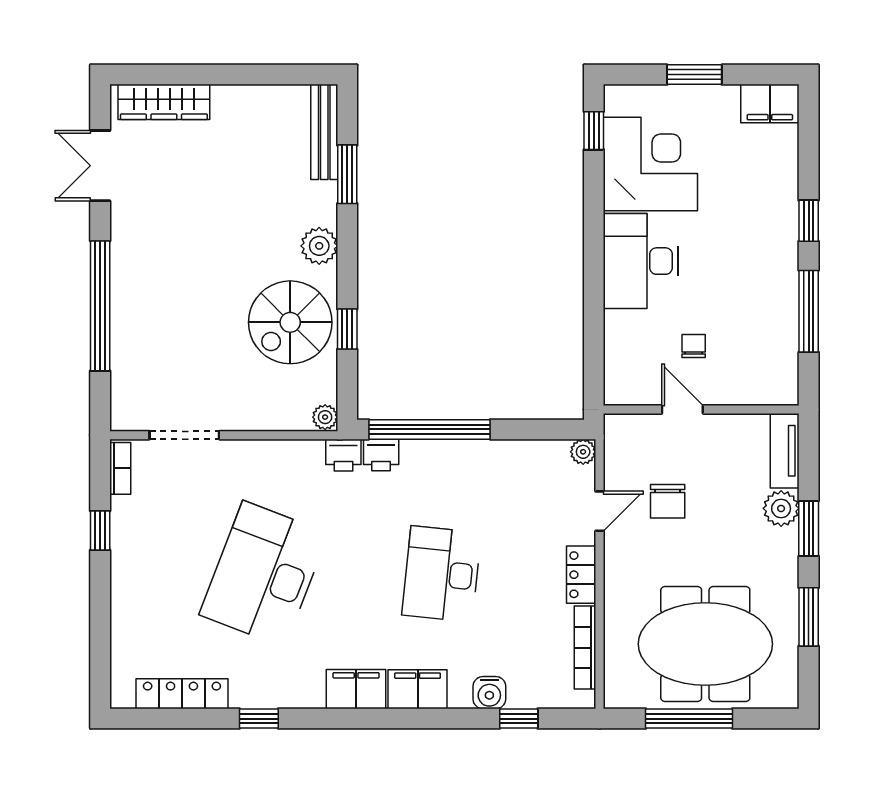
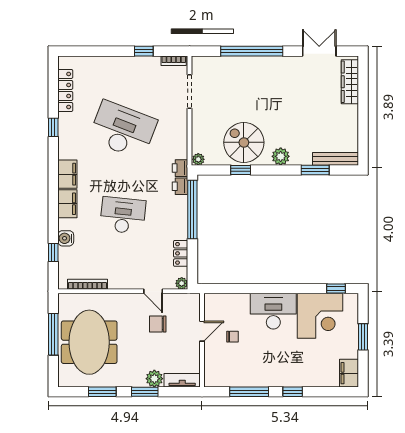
locker: (581, 575) -> (181, 253), moved, turned -90

